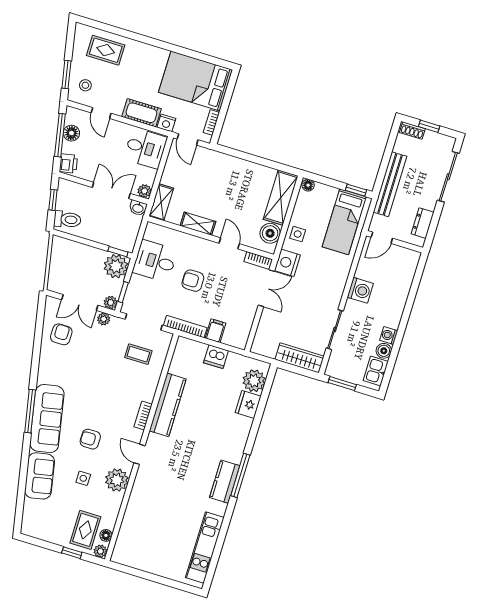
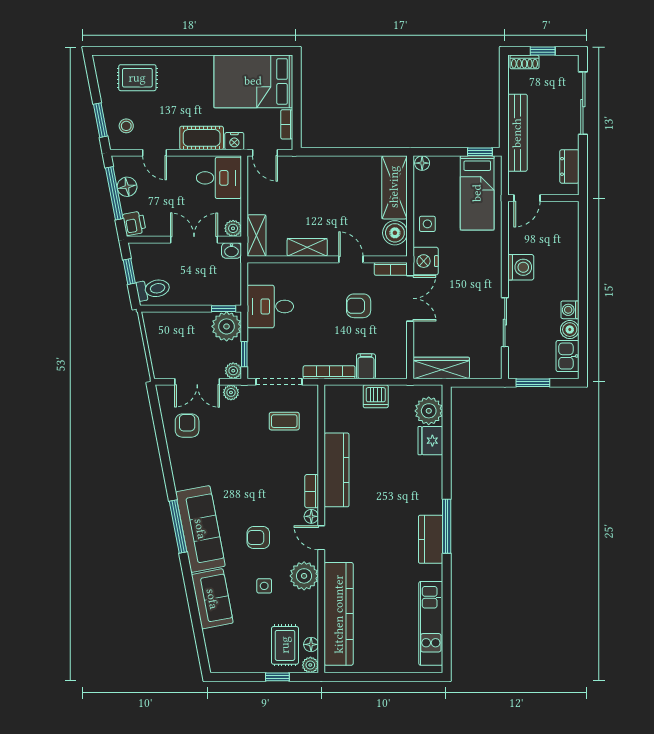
armchair: (193, 281) -> (359, 306), moved
wardrobe: (300, 358) -> (441, 368), moved
floor lamp: (137, 435) -> (311, 516), added
kitchen counter: (135, 518) -> (339, 614), added

